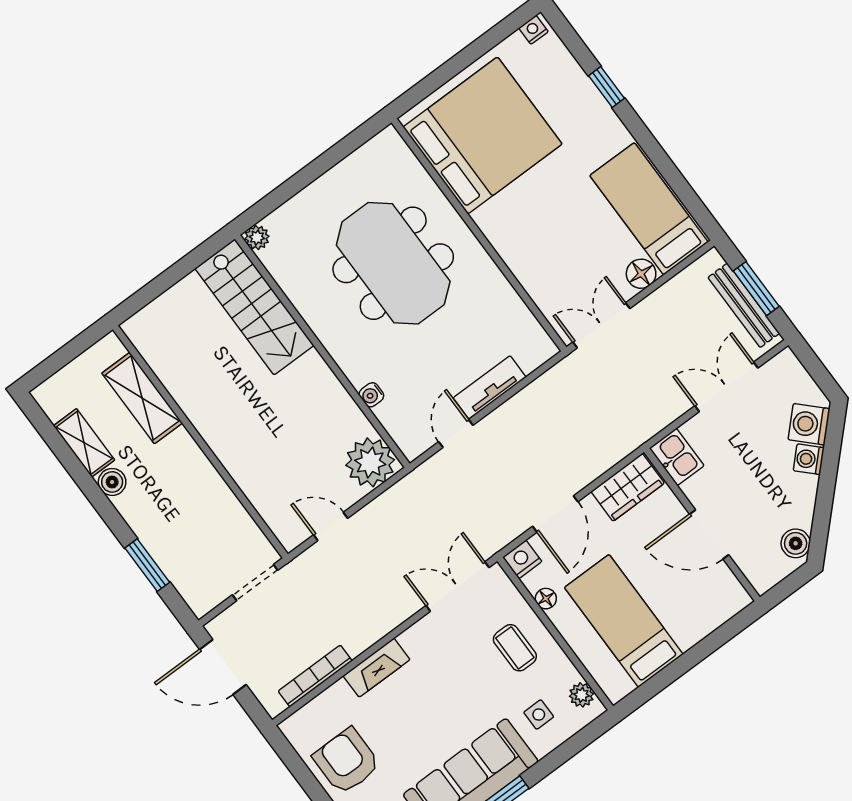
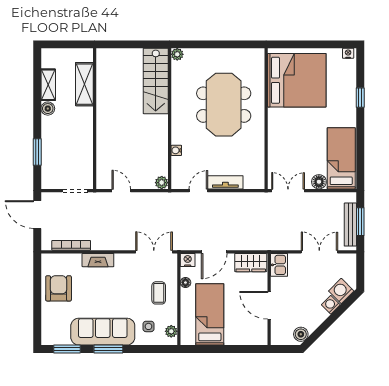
plant: (370, 462) -> (162, 183), width x0.53, depth x0.53

